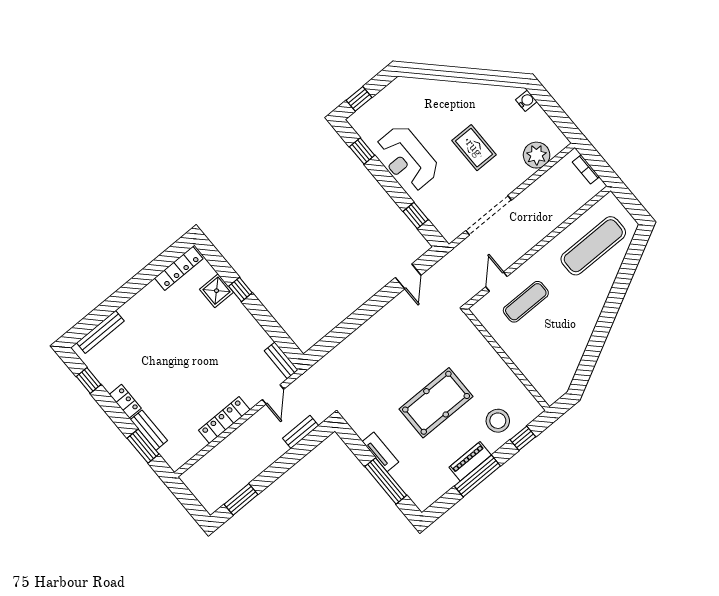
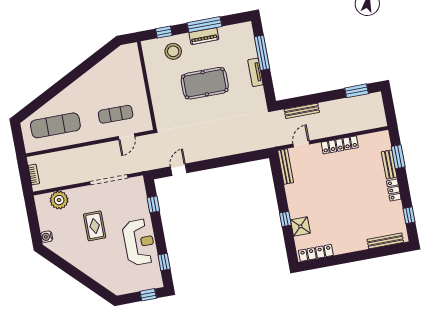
bench: (281, 360) -> (286, 166), width x1.36
bench: (301, 432) -> (302, 111), width x1.36

